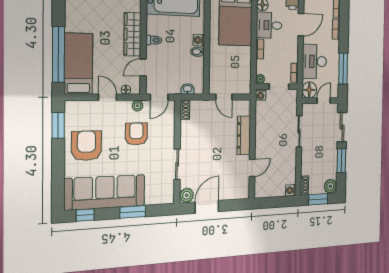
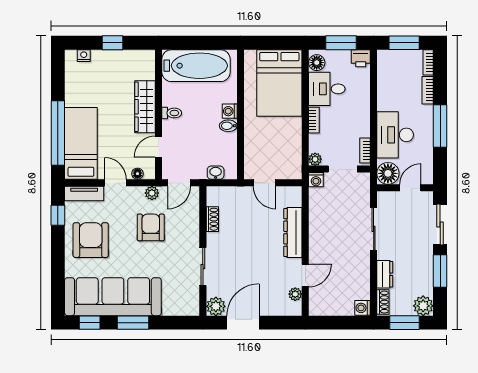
door: (301, 25) -> (374, 86), removed
window: (343, 69) -> (440, 126), moved
tv unit: (81, 106) -> (84, 194), added
shoe rack: (185, 110) -> (212, 219), moved
window: (58, 125) -> (58, 215), width x0.67
dresser: (306, 165) -> (385, 274), added
plant: (245, 183) -> (295, 294), added
window: (133, 212) -> (133, 323), moved

